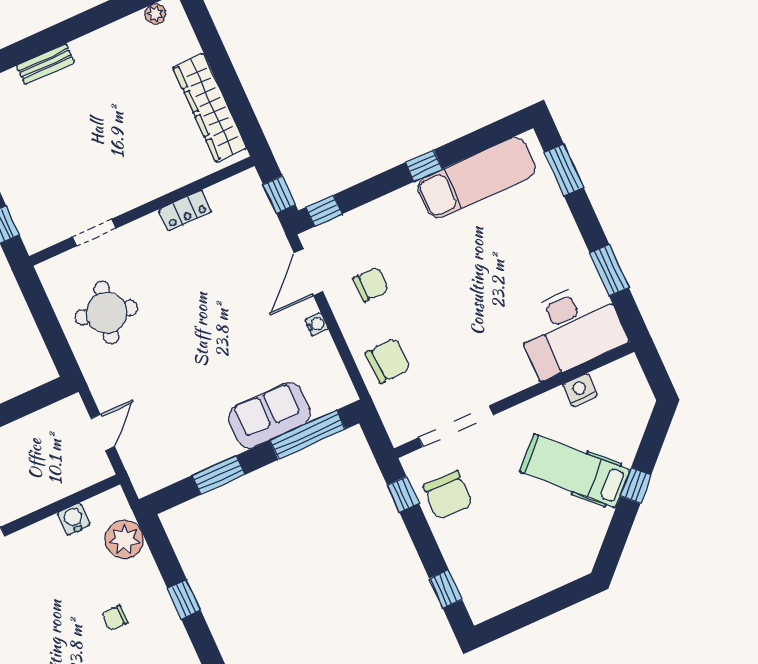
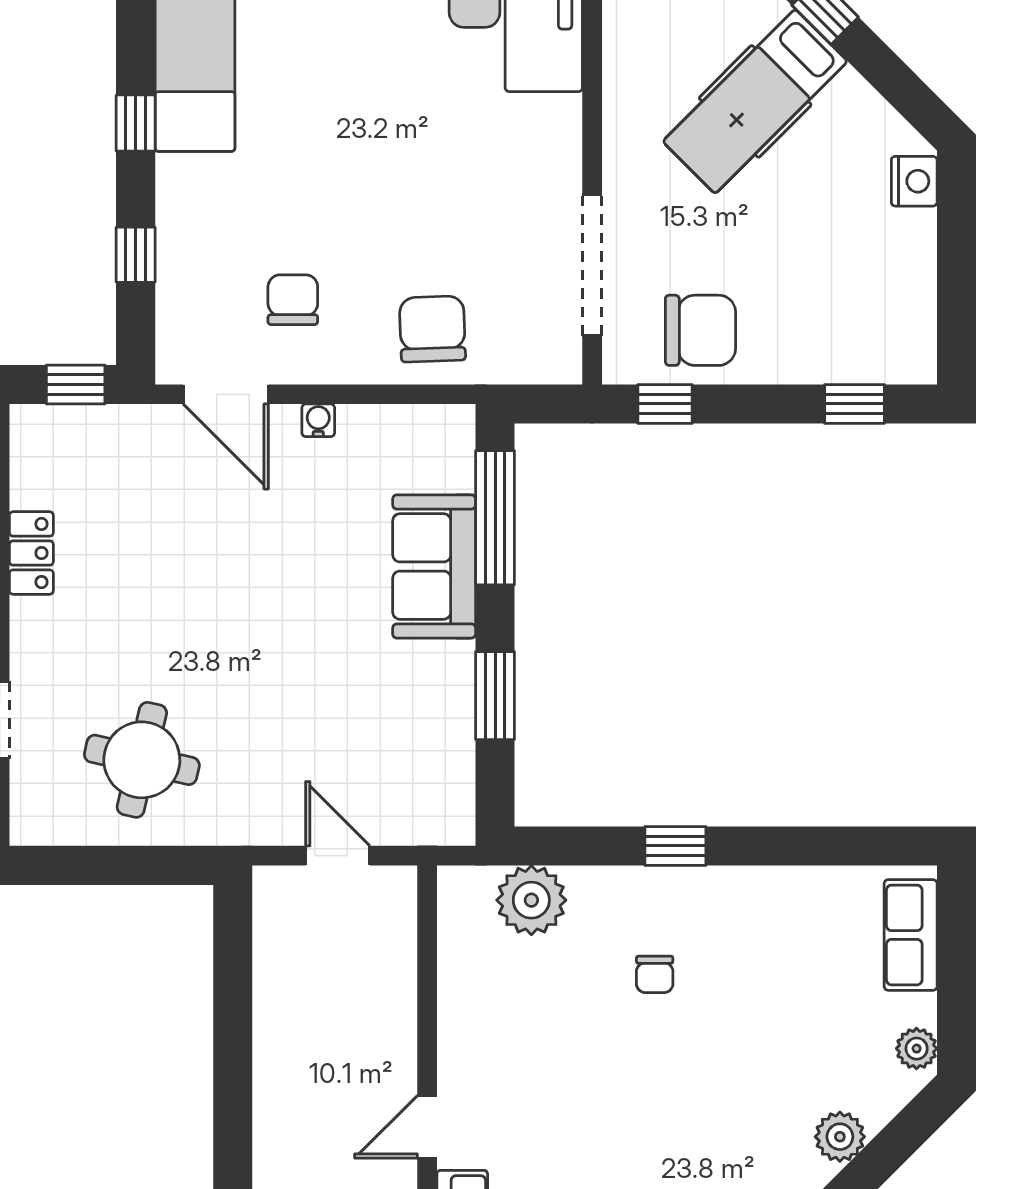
window: (324, 211) -> (136, 255), moved
nightstand: (580, 390) -> (914, 181), moved, turned 180
water cooler: (74, 519) -> (459, 969), removed

